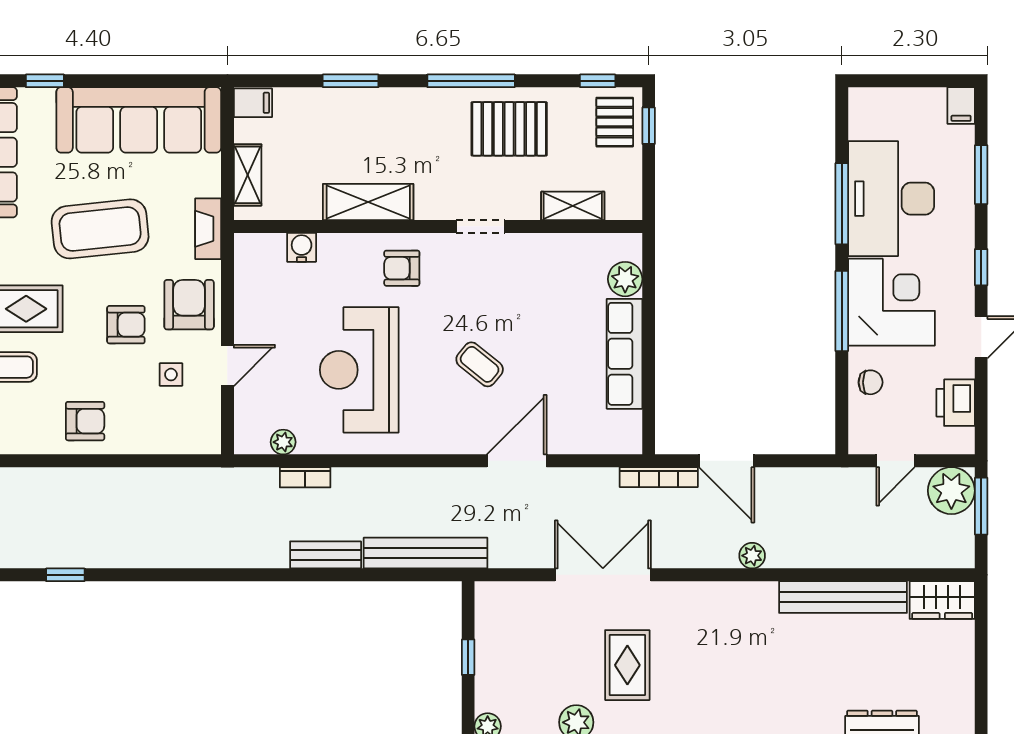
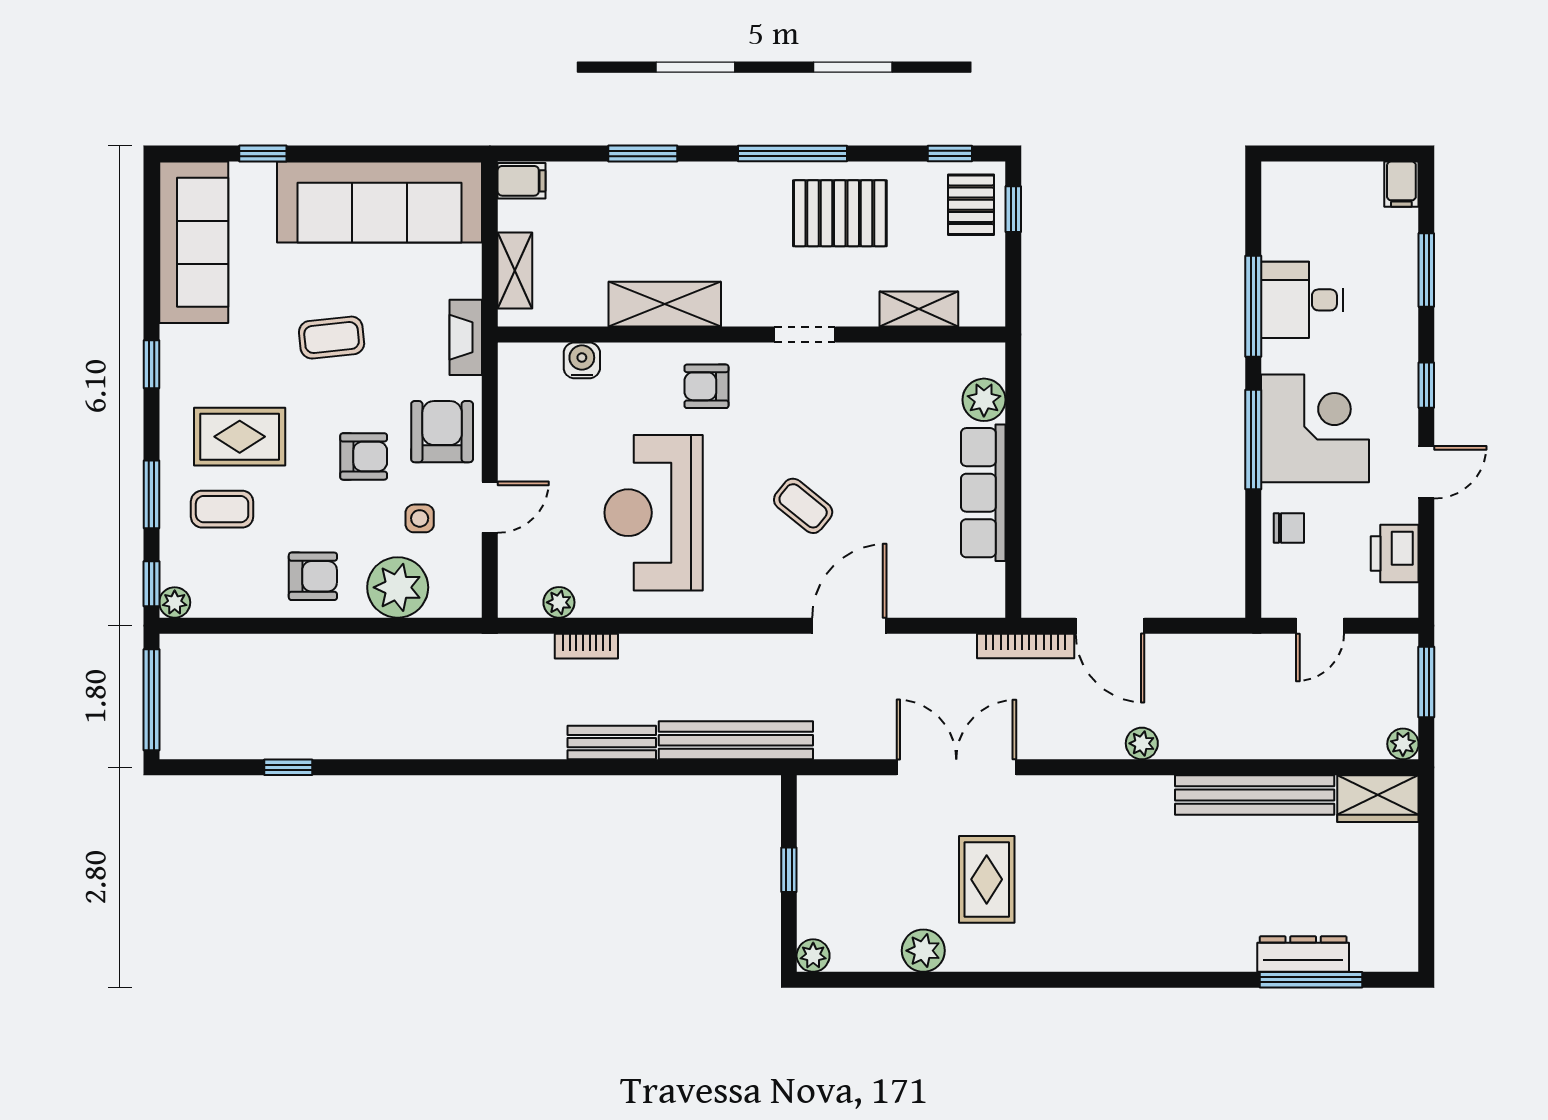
desk: (891, 199) -> (1302, 300), width x0.53, depth x0.77
coffee table: (100, 229) -> (332, 338), width x0.54, depth x0.58
plant: (153, 430) -> (398, 587), added
plant: (951, 491) -> (1403, 744), moved, width x0.53, depth x0.53

